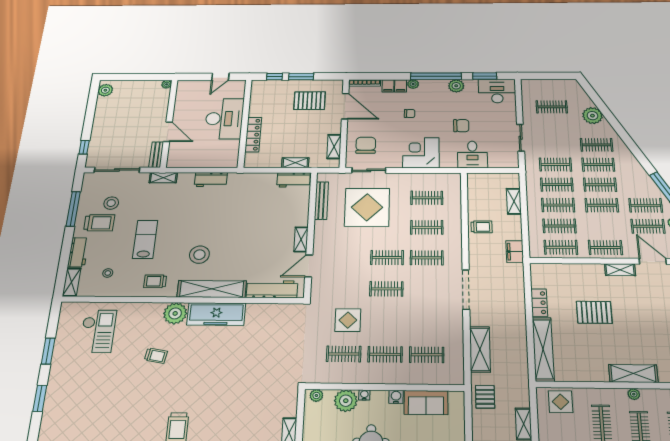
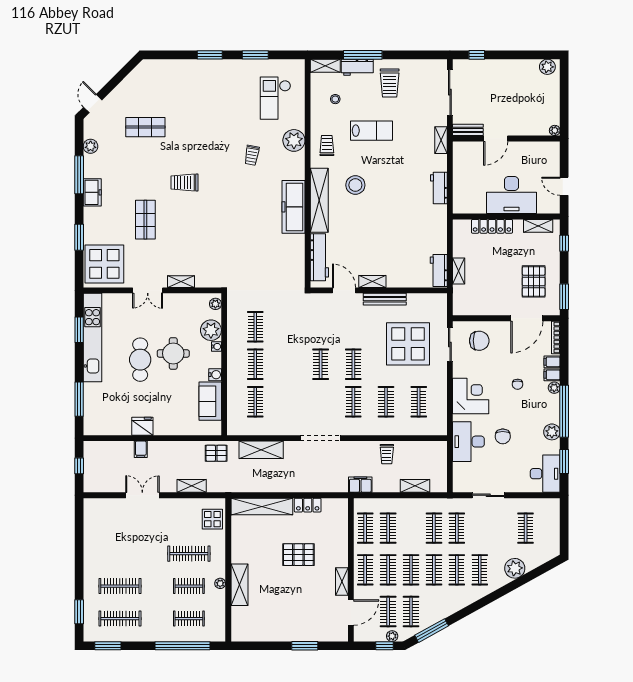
window: (301, 77) -> (564, 297), moved
shelving: (334, 147) -> (538, 226), moved
desk: (472, 155) -> (468, 442), width x1.37
bench: (321, 201) -> (385, 299), moved
stool: (111, 203) -> (412, 92), removed
clothes rail: (558, 205) -> (388, 570), moved
window: (73, 209) -> (363, 55), moved
pallet: (594, 312) -> (298, 555), turned 90
plant: (175, 313) -> (294, 140), moved
display table: (348, 320) -> (289, 329), removed
checkout: (98, 331) -> (275, 98), turned 90

